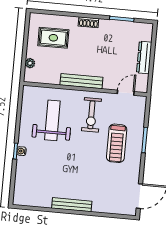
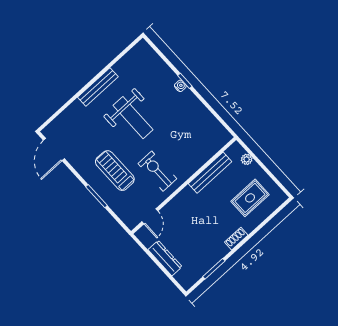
bench: (81, 81) -> (210, 173), moved
weight bench: (52, 120) -> (133, 118), moved

